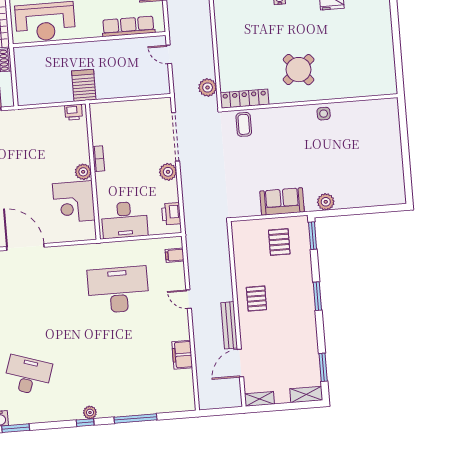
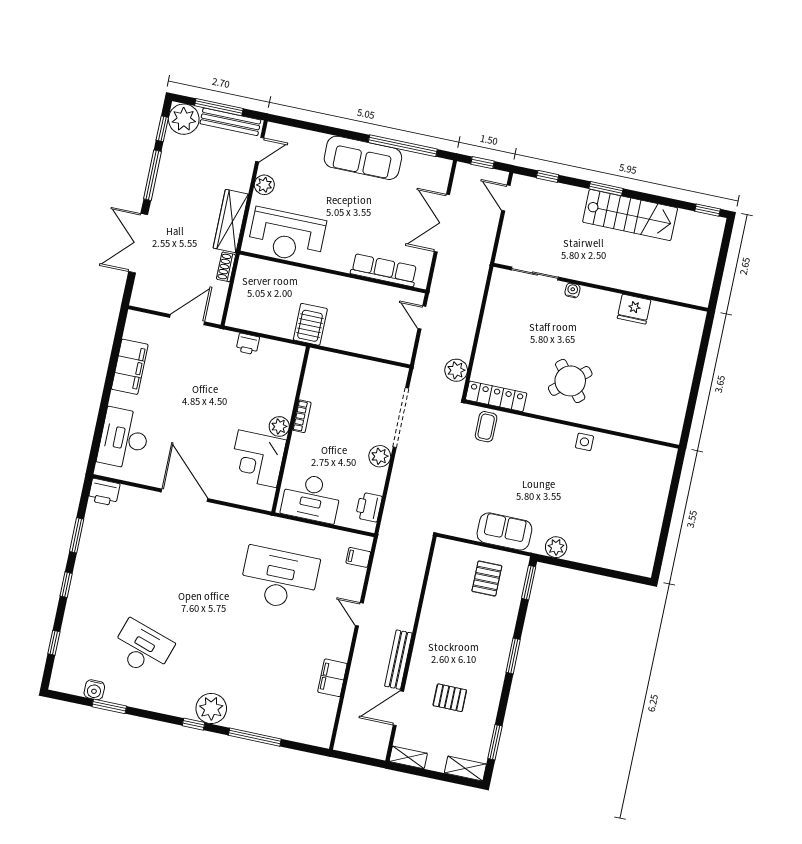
printer: (74, 112) -> (248, 344), moved
pallet: (256, 299) -> (450, 698), moved, turned 90
plant: (90, 412) -> (211, 708), width x1.87, depth x1.87

